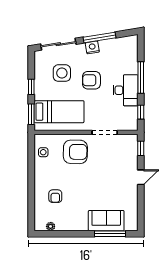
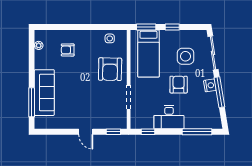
window: (141, 77) -> (197, 132), moved
sofa: (106, 221) -> (44, 93), width x1.36

